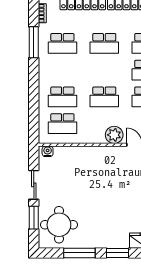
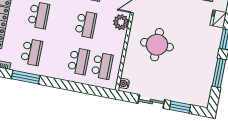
round table: (59, 225) -> (157, 45), moved

